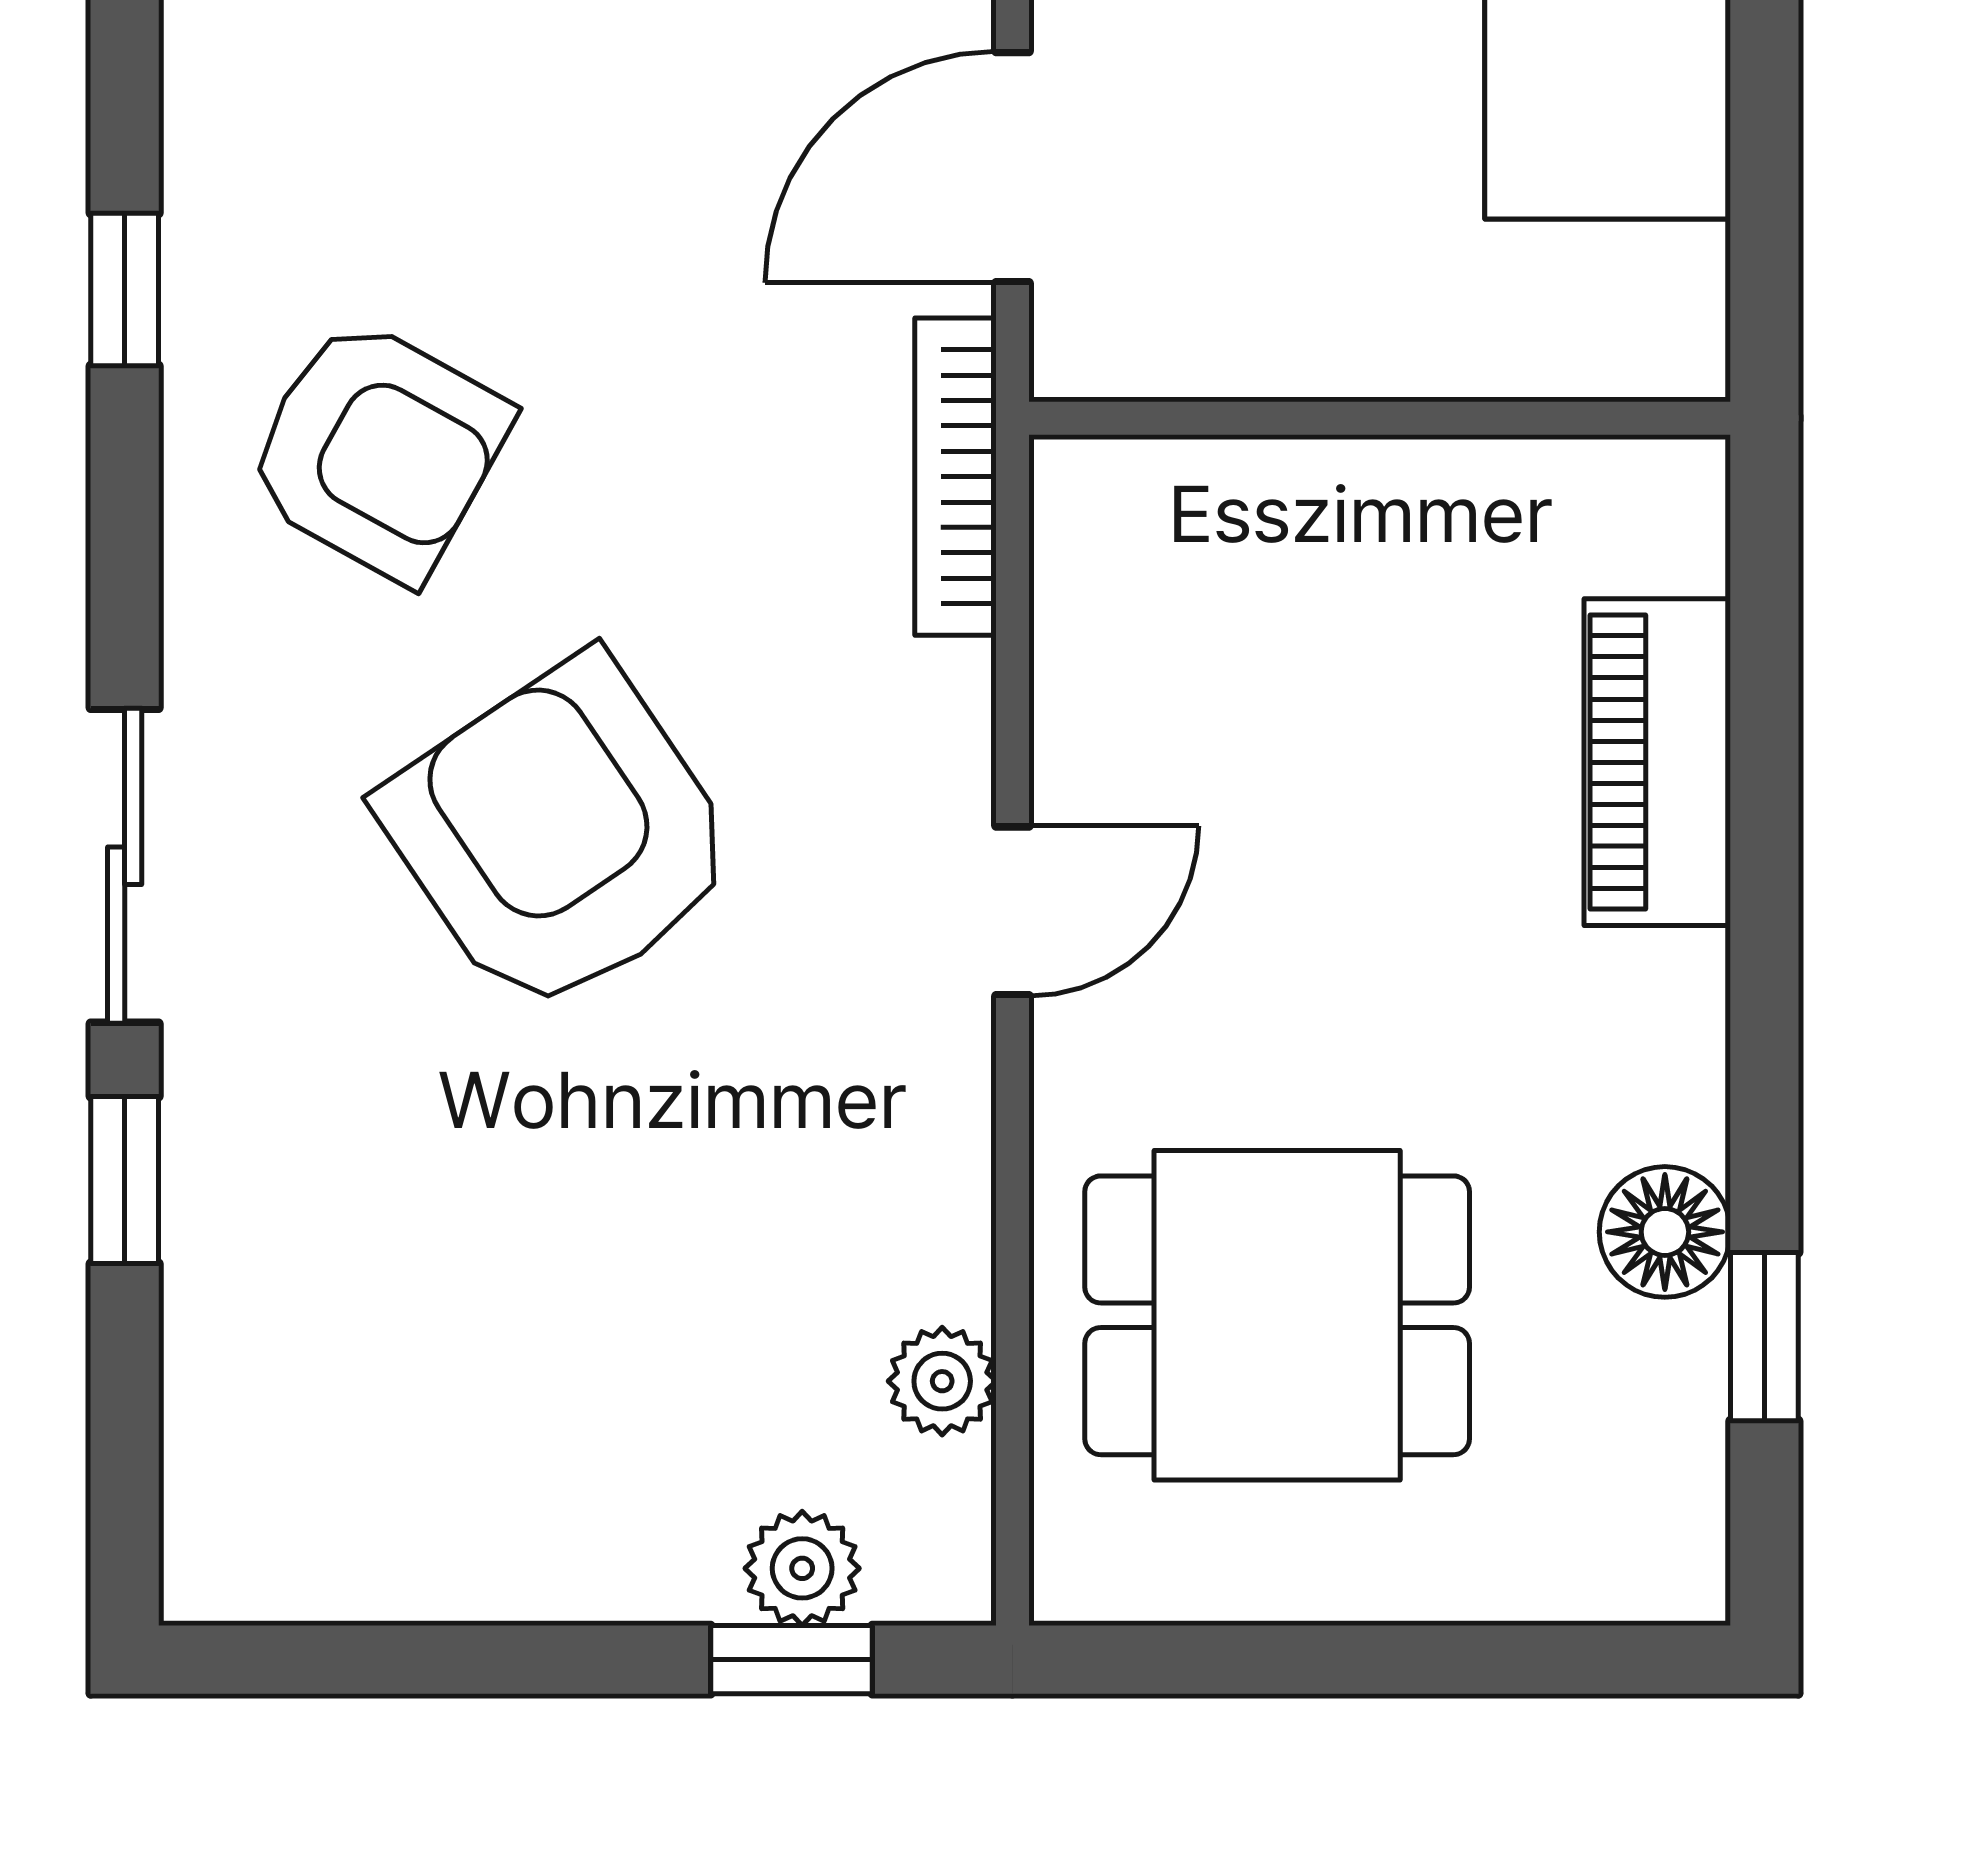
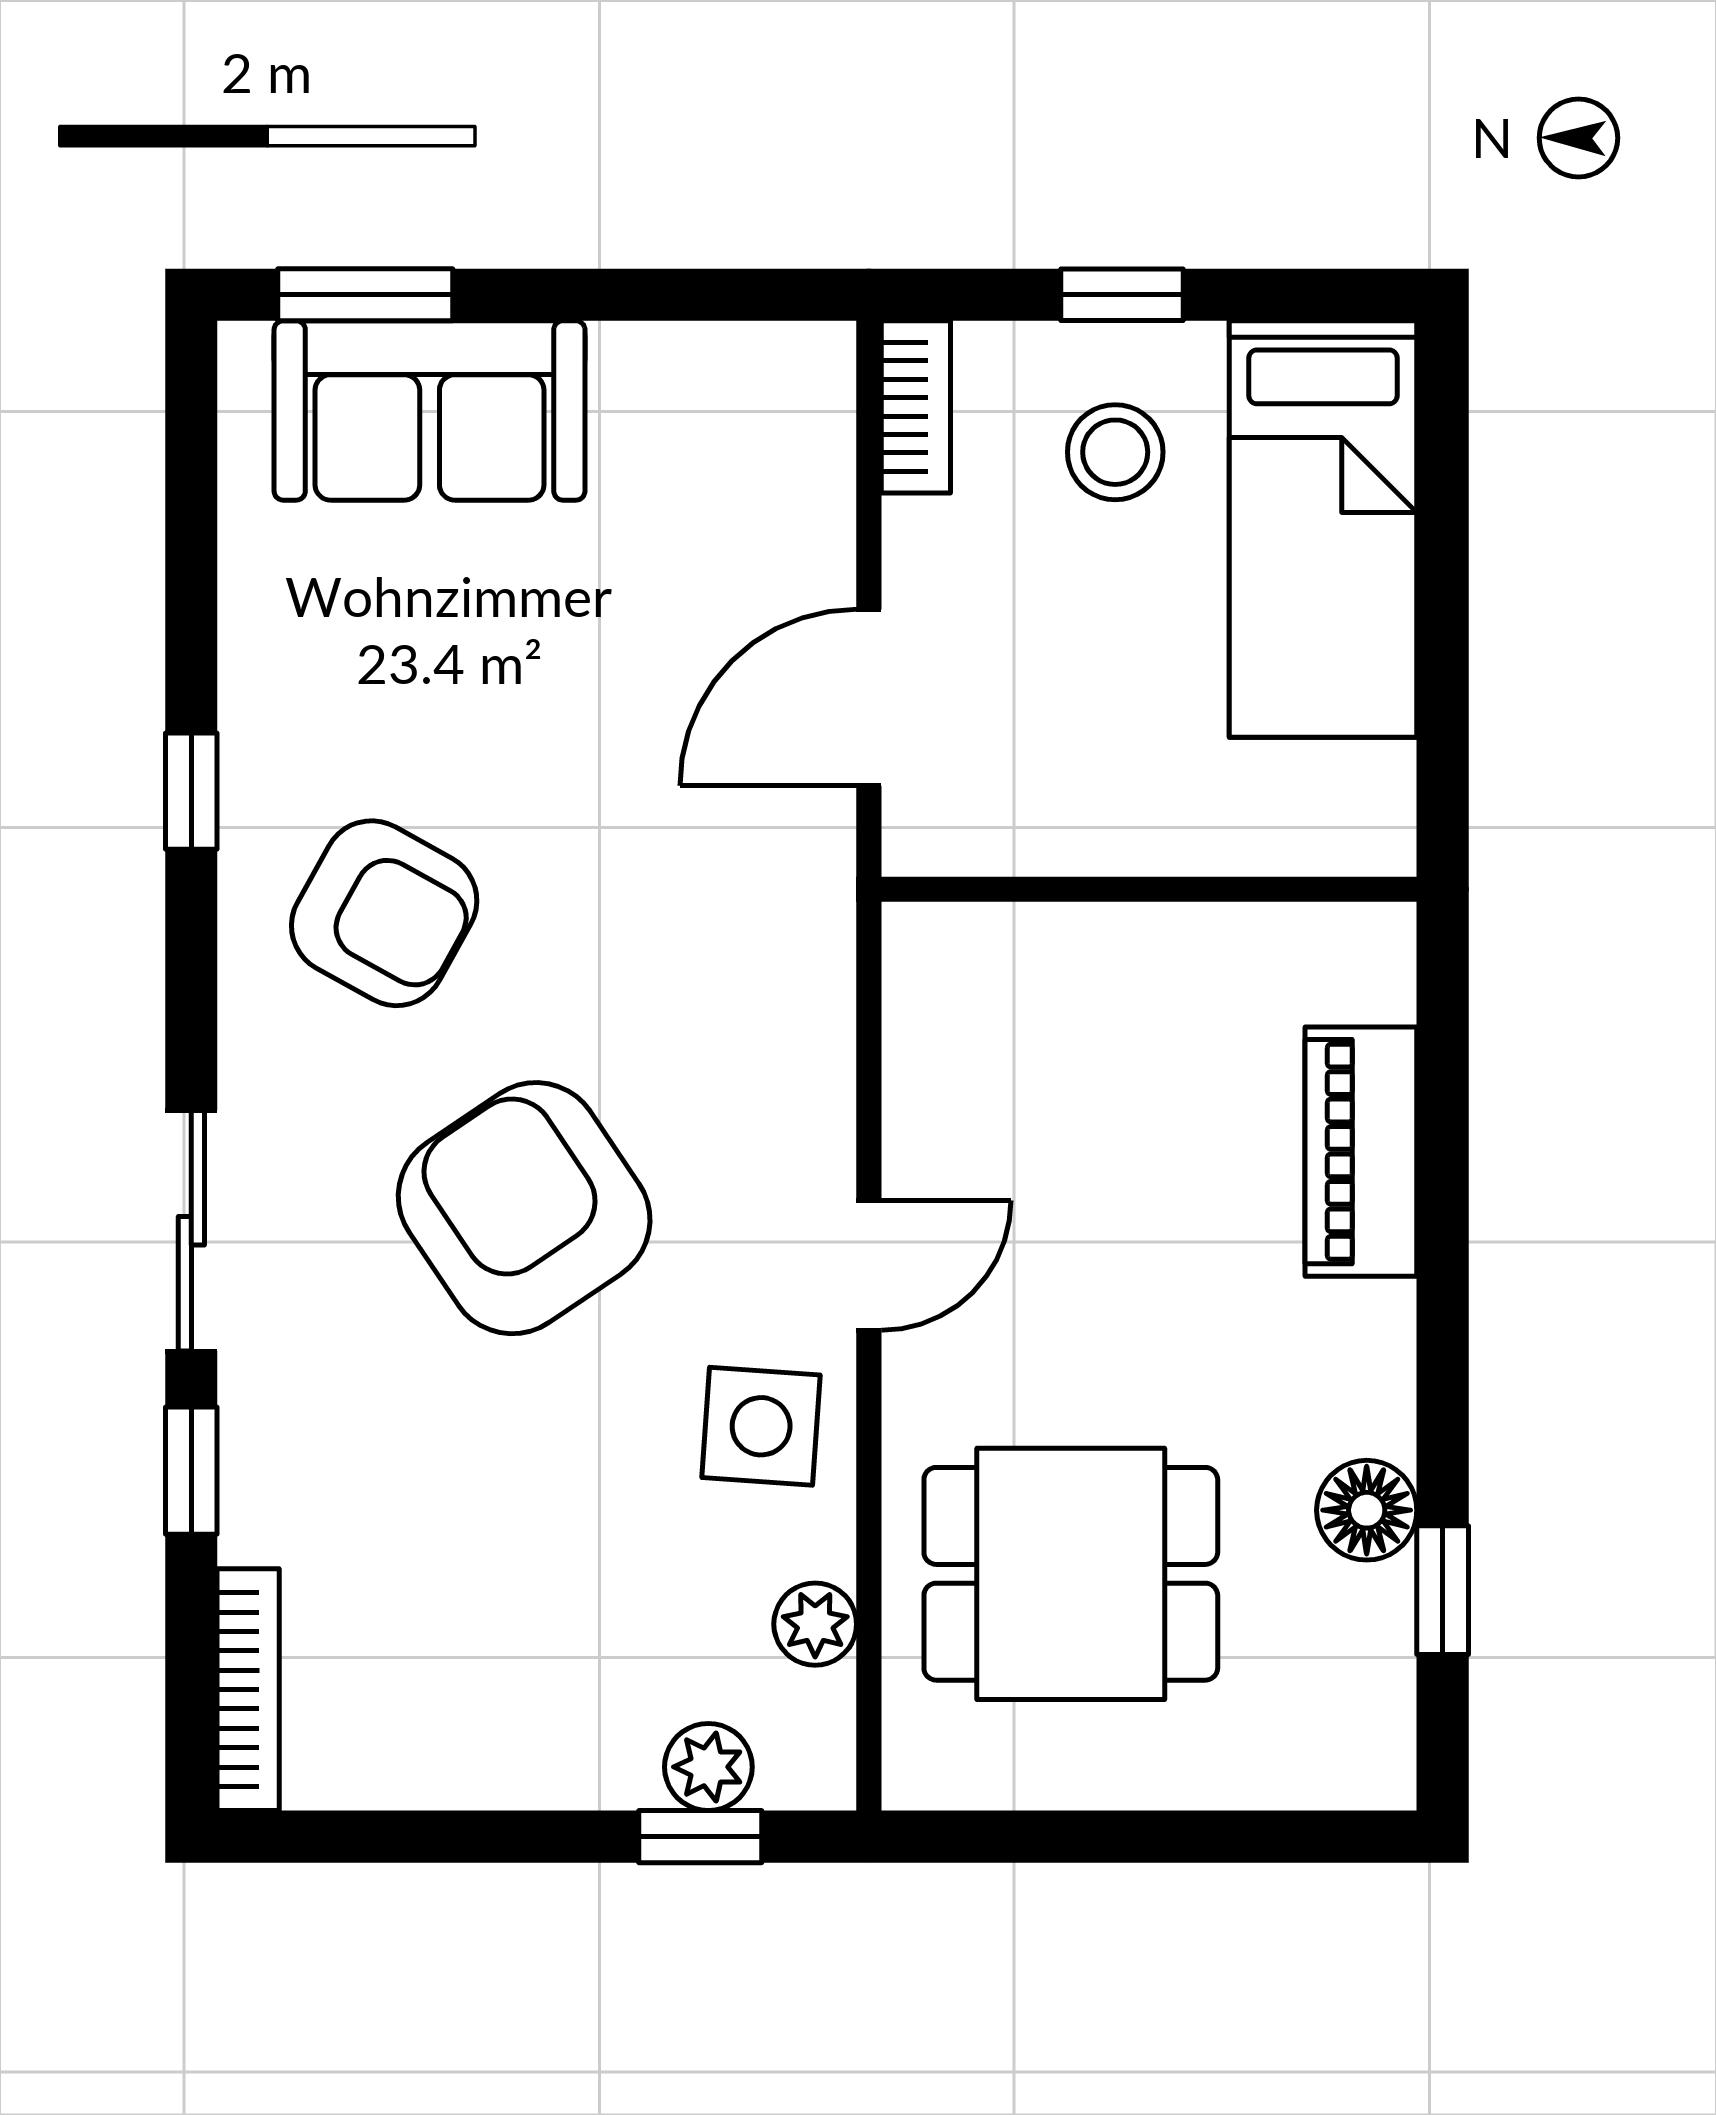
bookcase: (956, 477) -> (248, 1690), moved, turned 180
side table: (871, 1122) -> (761, 1426), added

